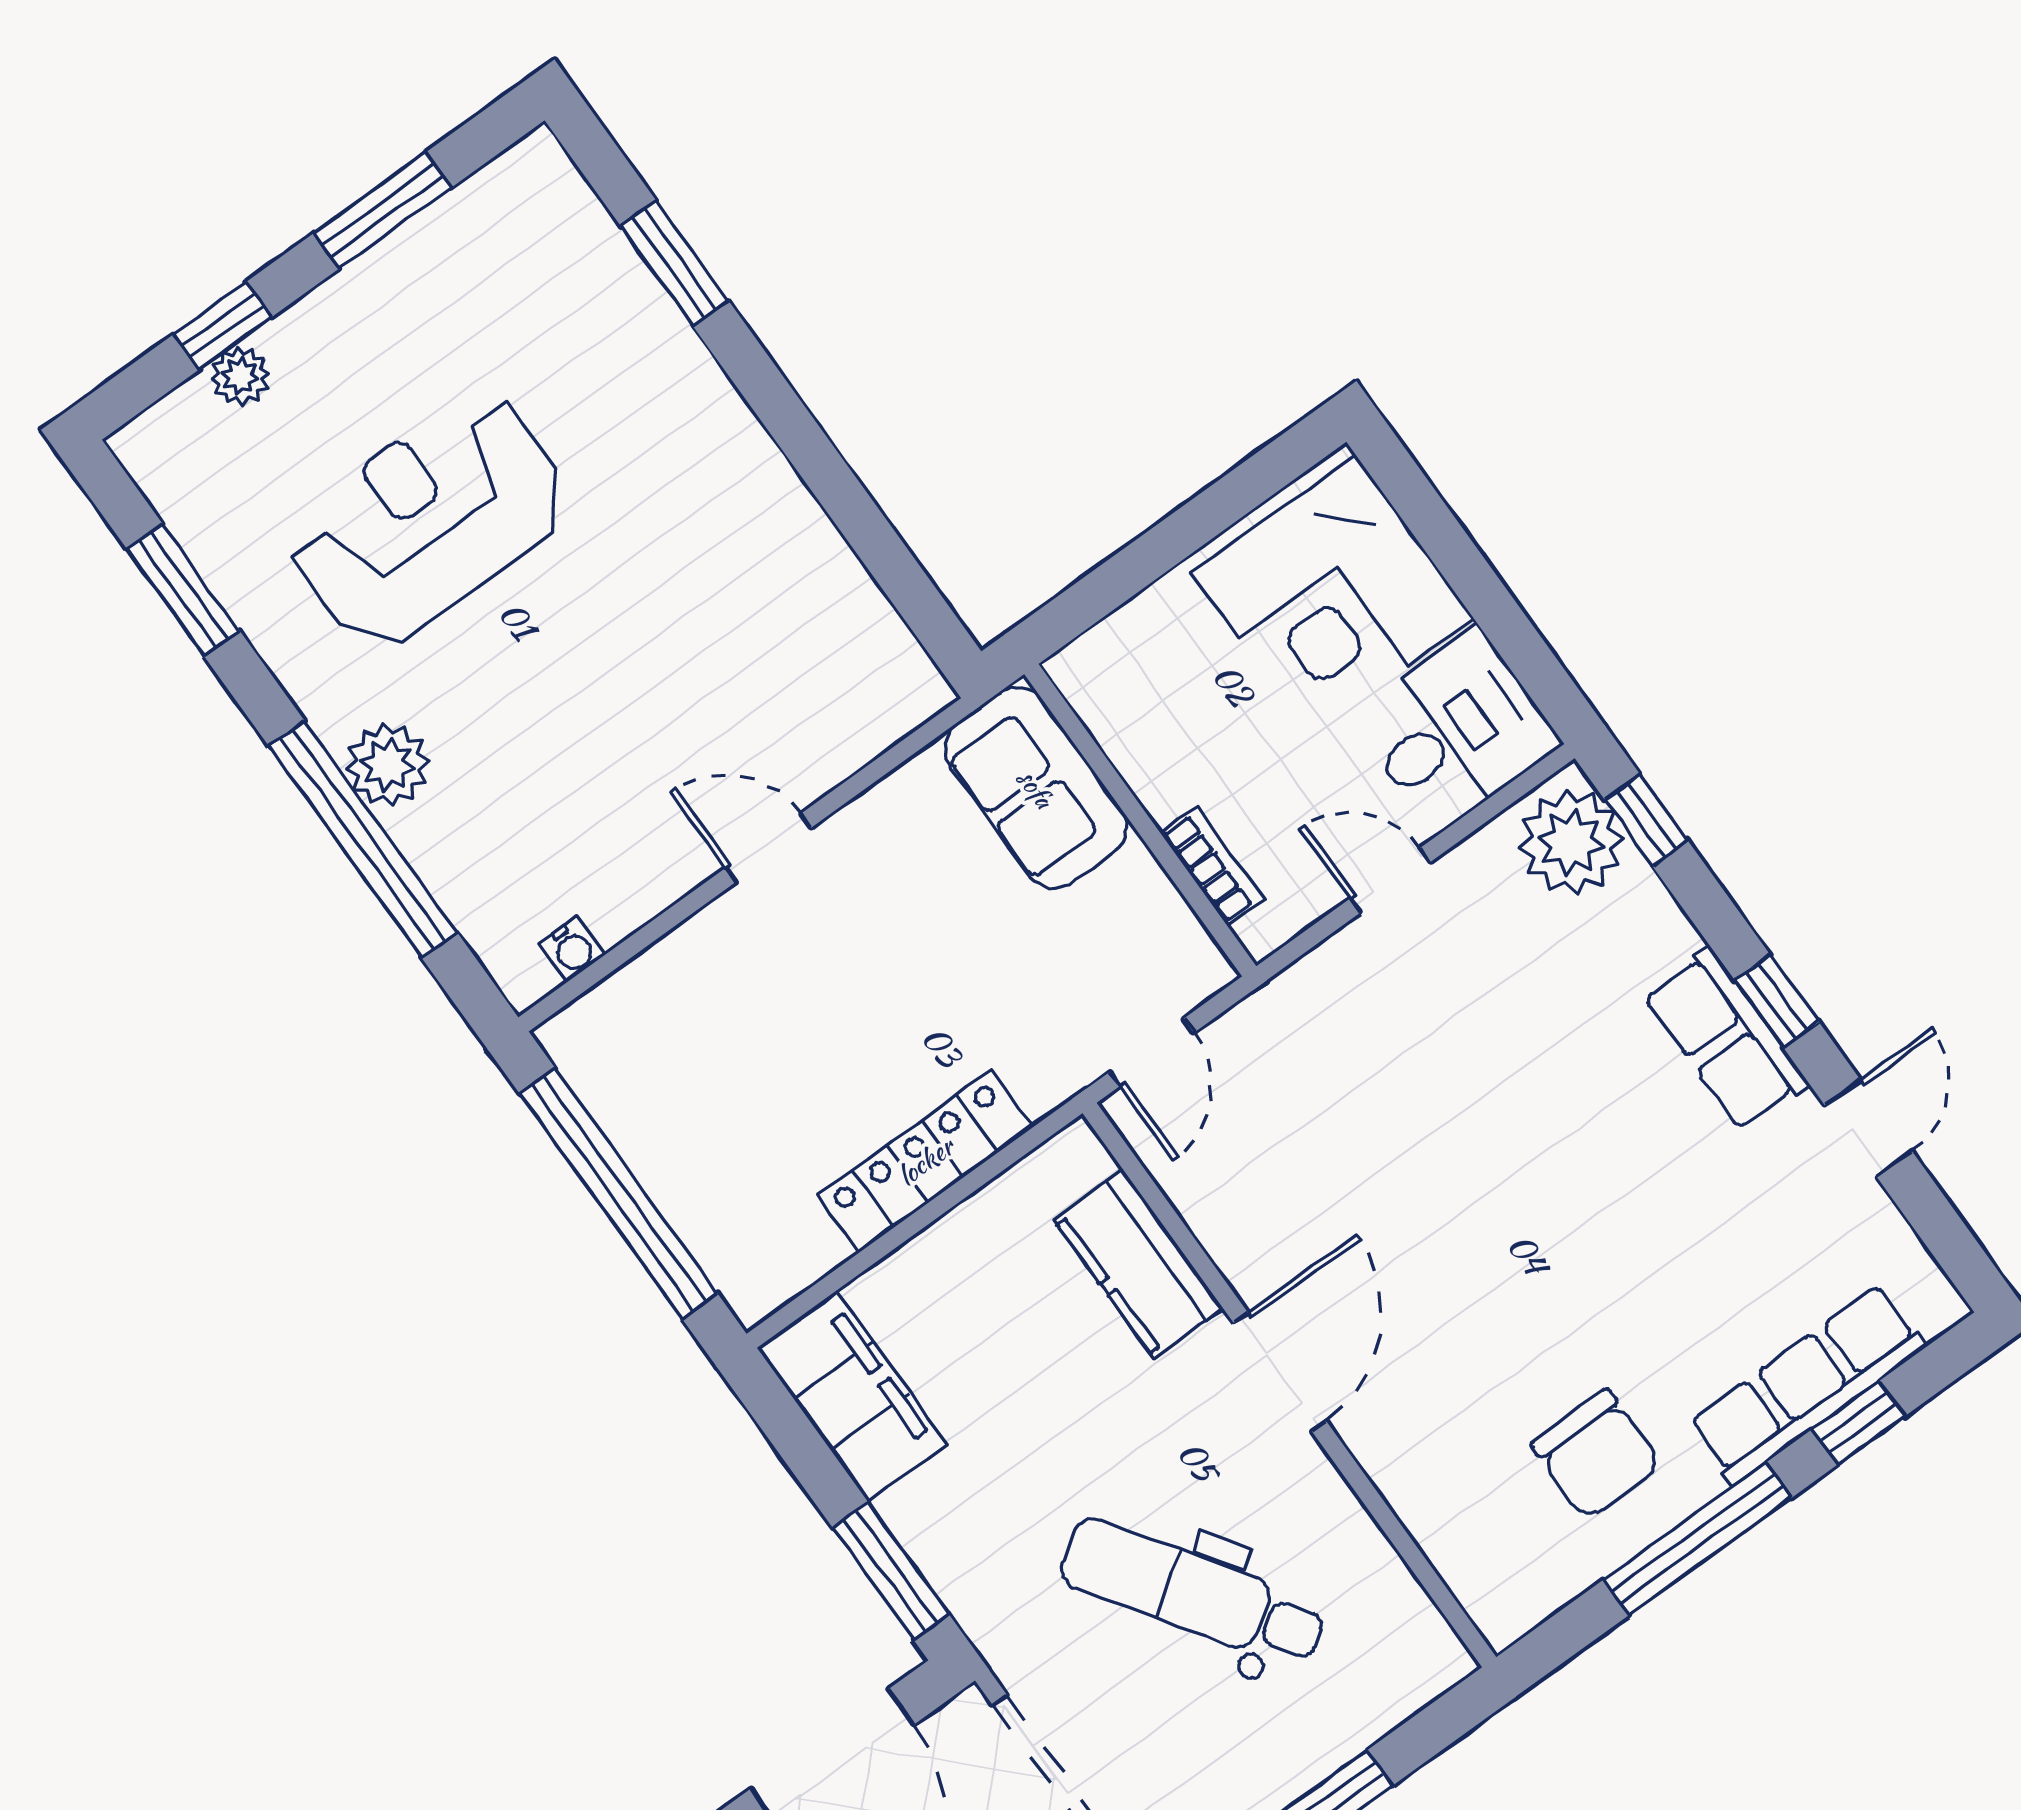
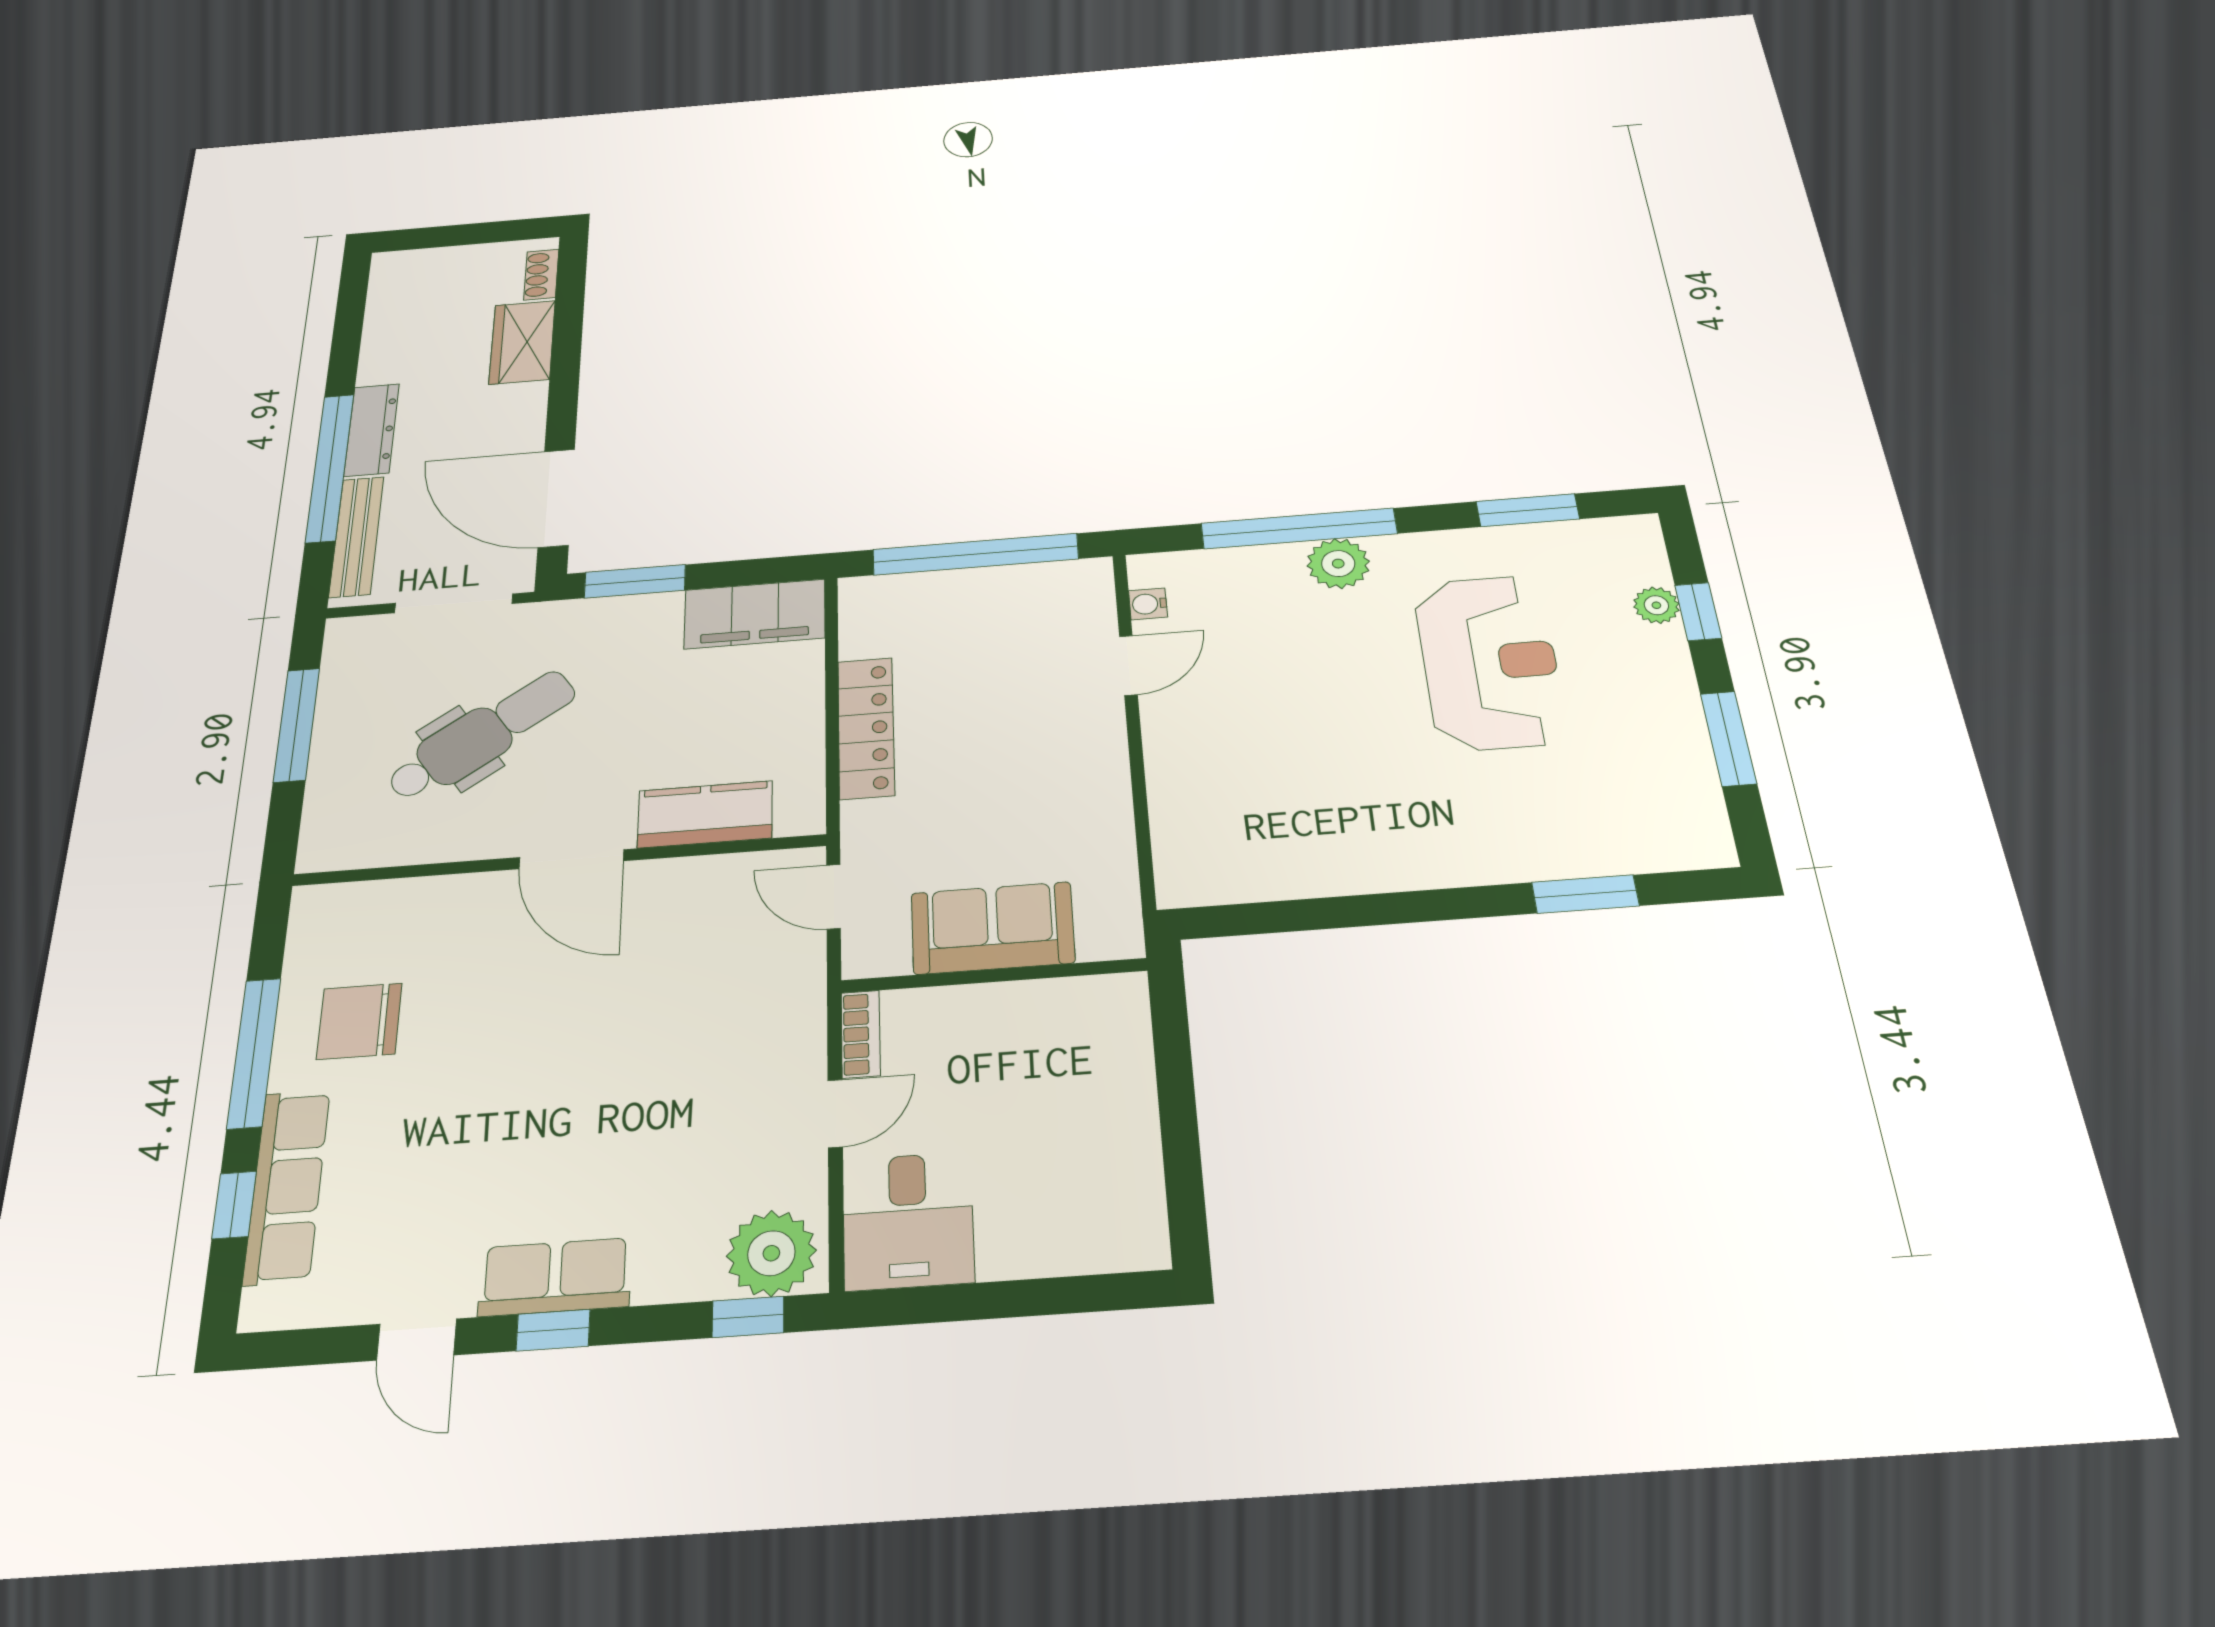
corner desk: (1332, 595) -> (1064, 1193), removed
sofa: (1036, 788) -> (993, 928), moved
door: (768, 848) -> (1128, 665), moved
bookcase: (1212, 866) -> (861, 1034), moved, turned -90

